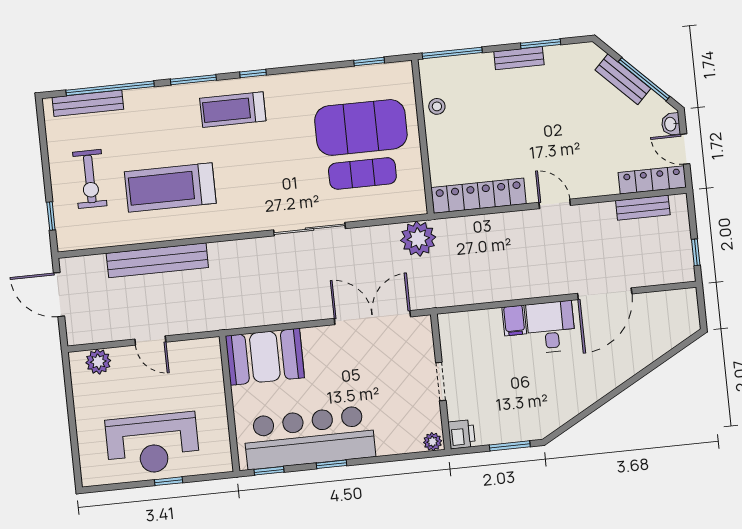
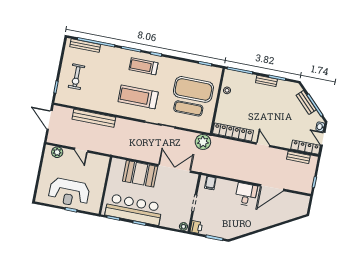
treadmill: (170, 187) -> (138, 97), moved
filing cabinet: (514, 320) -> (210, 183), moved
booth: (265, 357) -> (140, 174), moved

